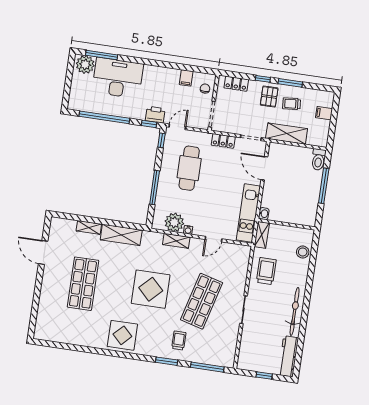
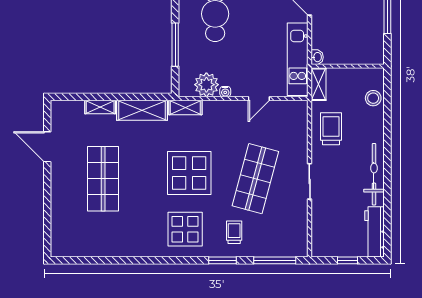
shelving: (176, 241) -> (185, 108), moved
display table: (122, 335) -> (185, 229), moved

